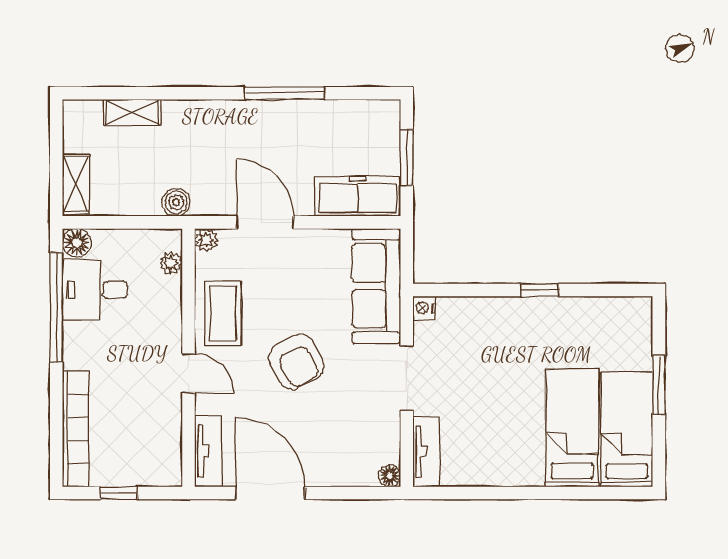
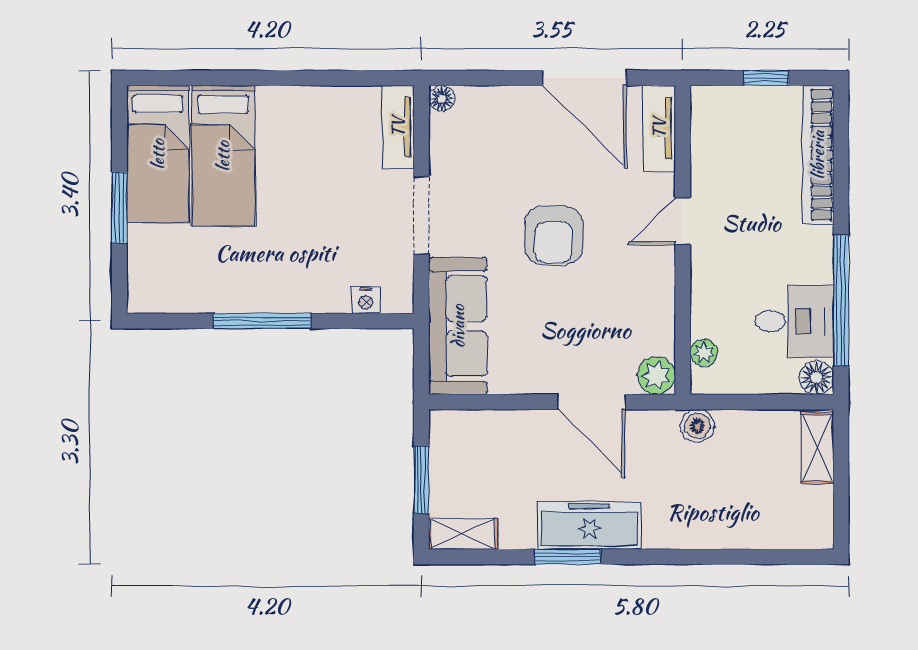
window: (285, 93) -> (568, 557), width x0.69
shelving: (132, 112) -> (463, 534), moved
freezer: (358, 196) -> (589, 525), moved, turned 180
plant: (206, 240) -> (656, 376), width x1.38, depth x1.38
window: (540, 290) -> (262, 321), width x2.17
nightstand: (424, 308) -> (366, 300), moved, turned 90
coffee table: (223, 313) -> (641, 293), removed
armchair: (296, 362) -> (554, 235), turned -152
door: (188, 373) -> (683, 221), hinge flipped

